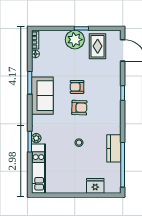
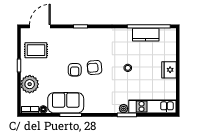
plant: (75, 40) -> (30, 84), moved
sofa: (42, 96) -> (66, 103), moved
armchair: (79, 108) -> (94, 68), turned -97
kitchen counter: (114, 148) -> (146, 35), moved
fridge: (95, 186) -> (169, 70), moved

